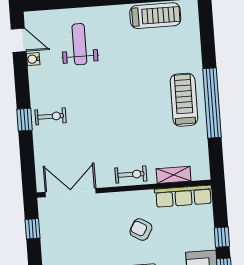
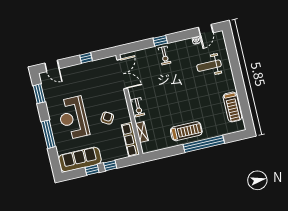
weight bench: (79, 44) -> (209, 66), turned 180
window: (212, 103) -> (204, 144), moved
window: (33, 229) -> (86, 58), moved

